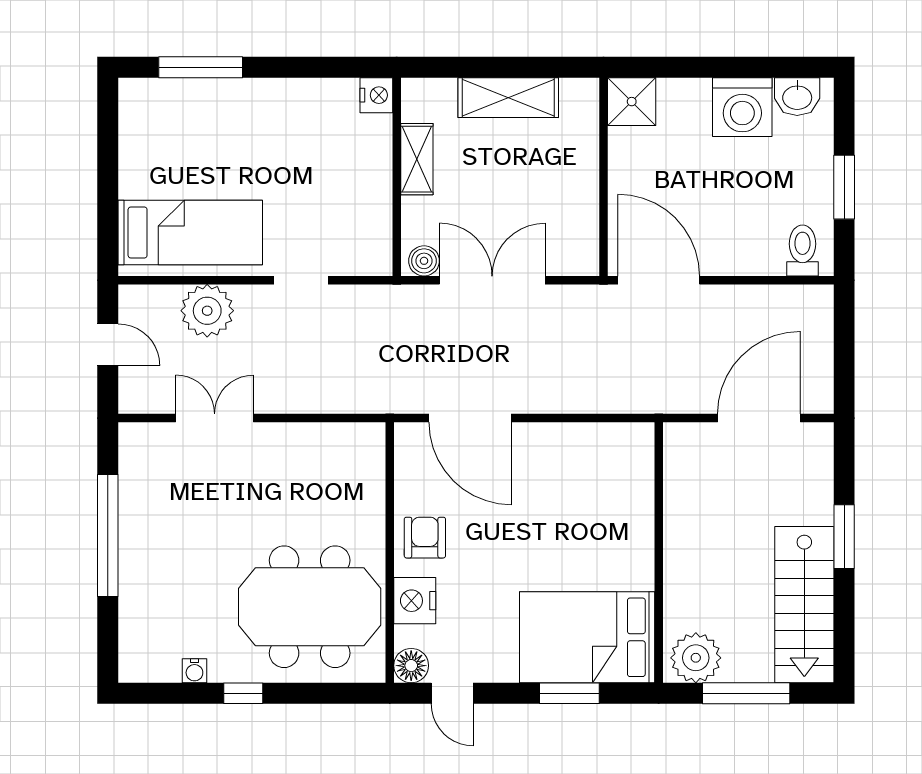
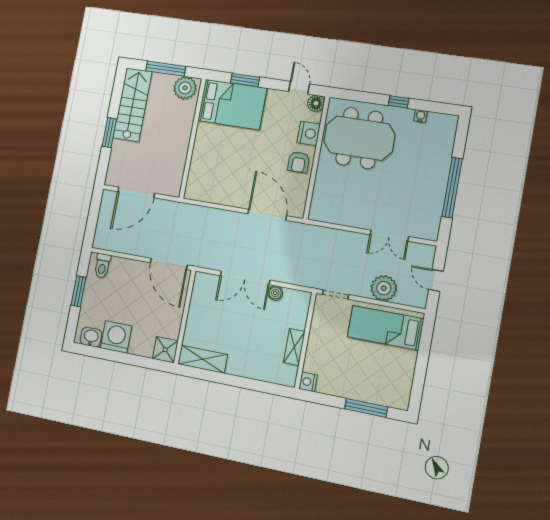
nightstand: (376, 95) -> (308, 382), moved
shelving: (508, 98) -> (203, 359), moved
shelving: (417, 159) -> (294, 347), moved
wall: (397, 177) -> (305, 340), moved

